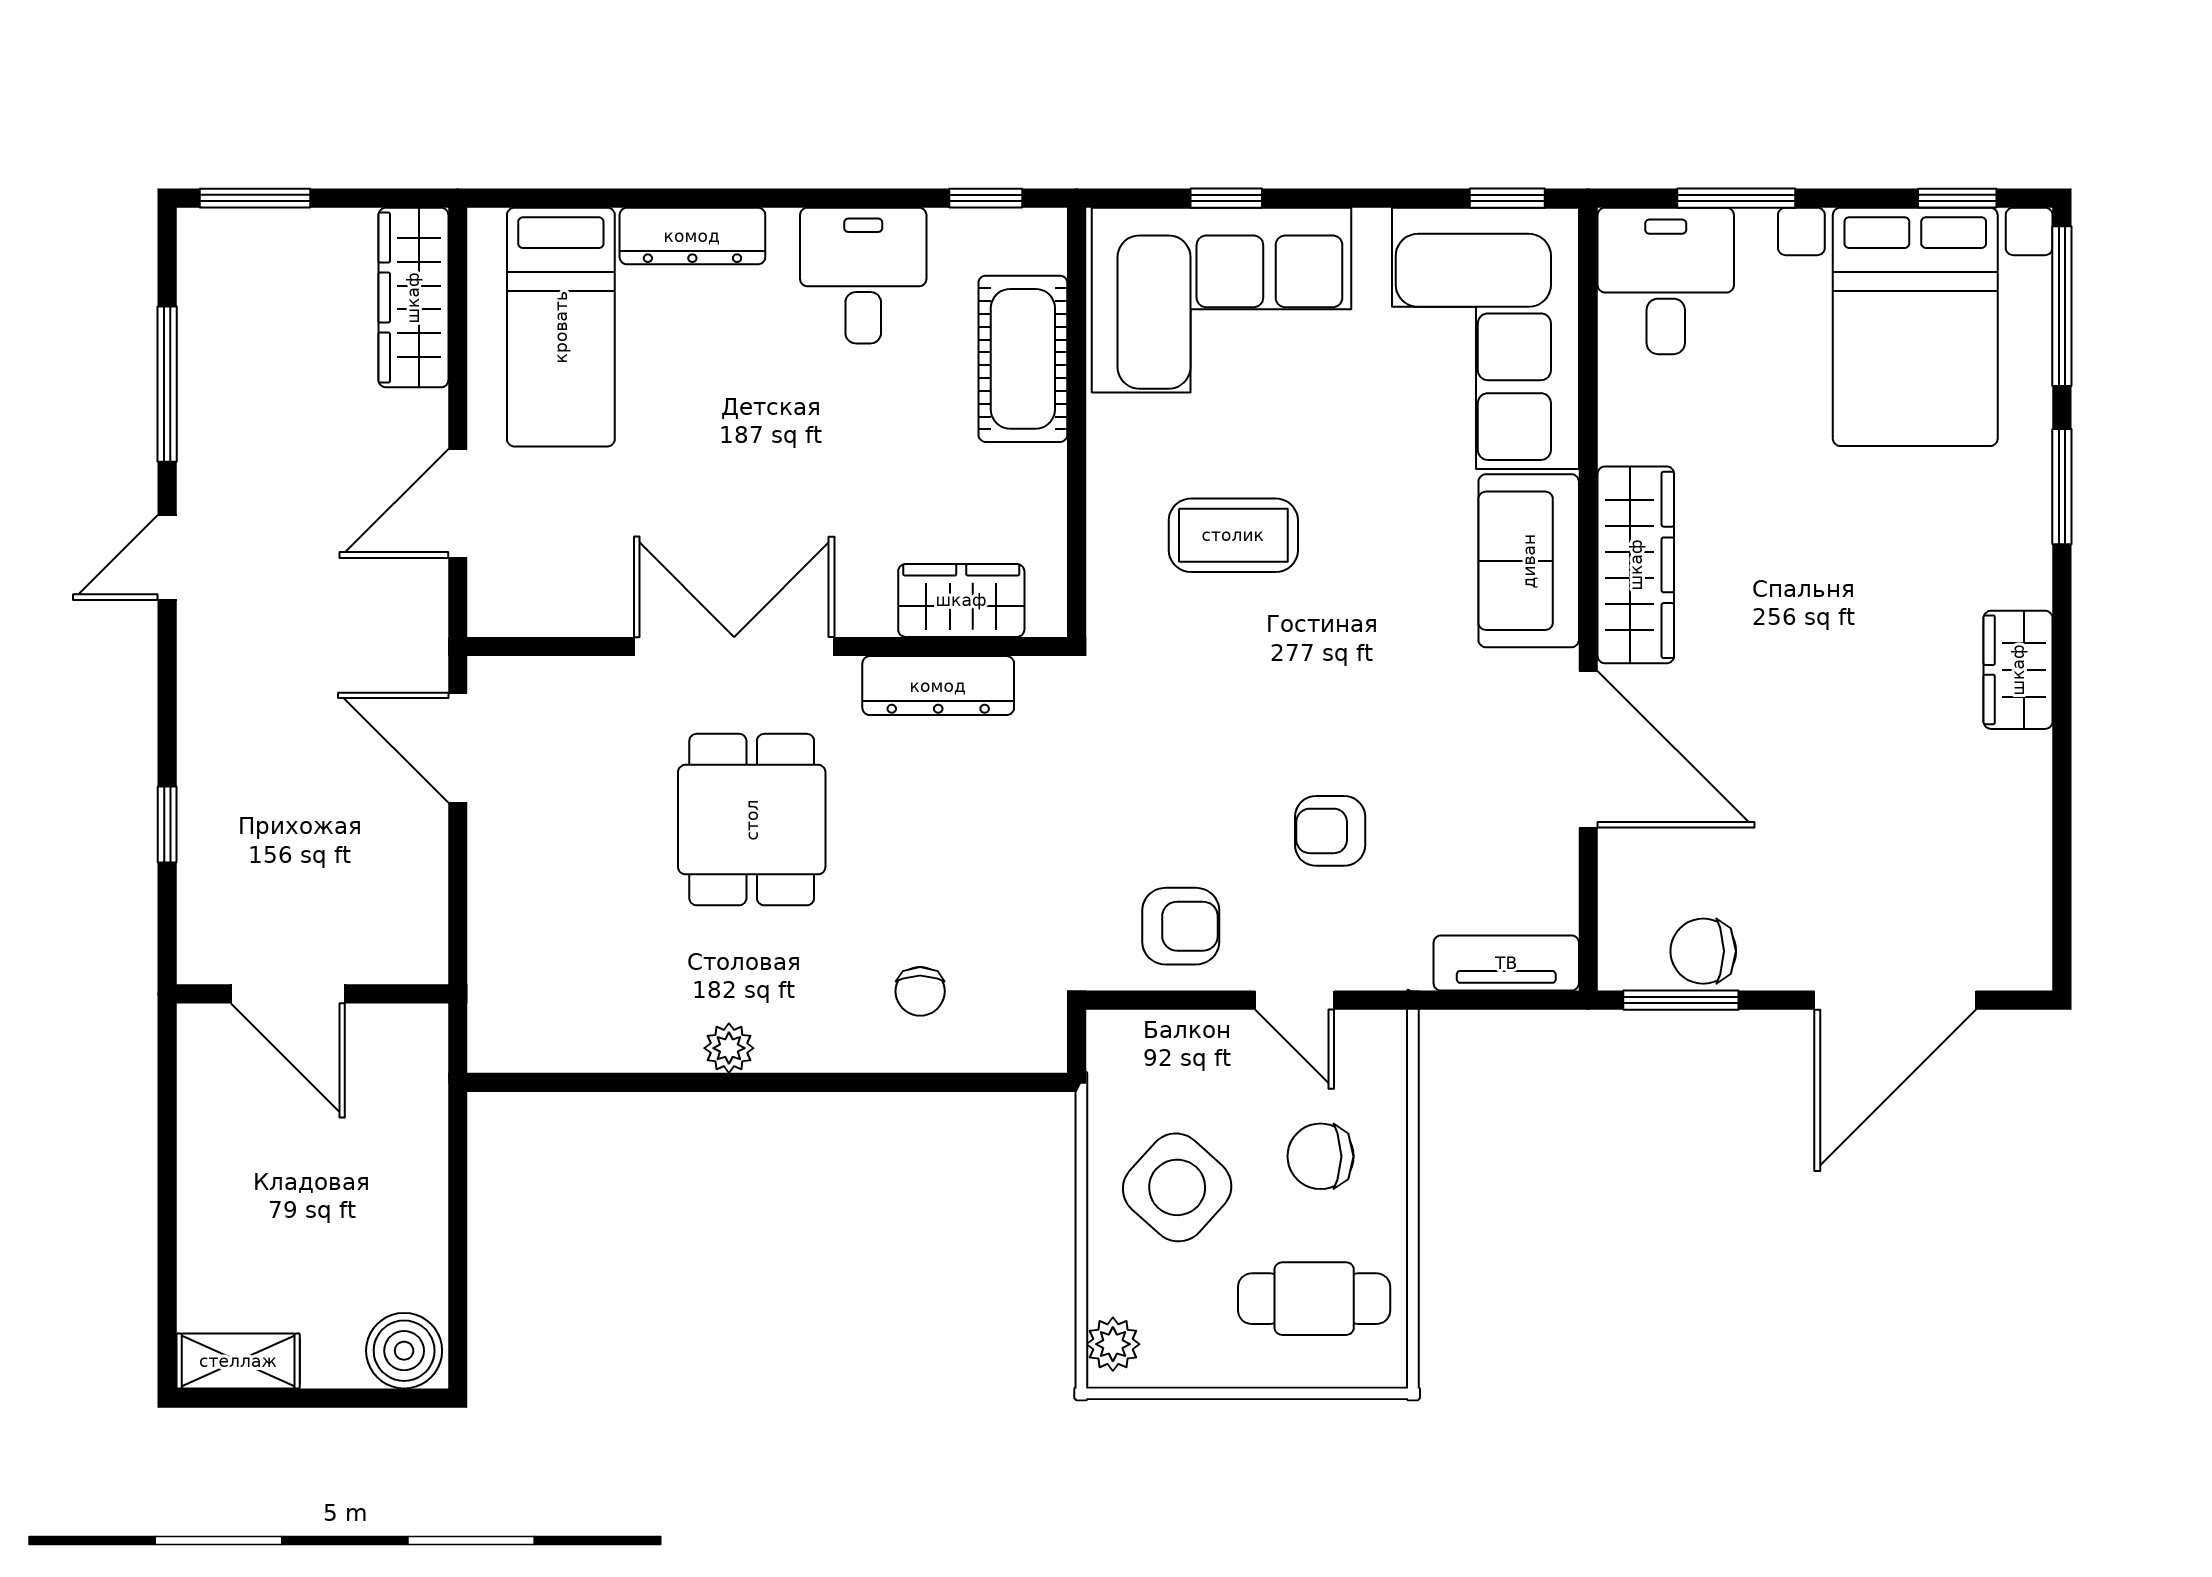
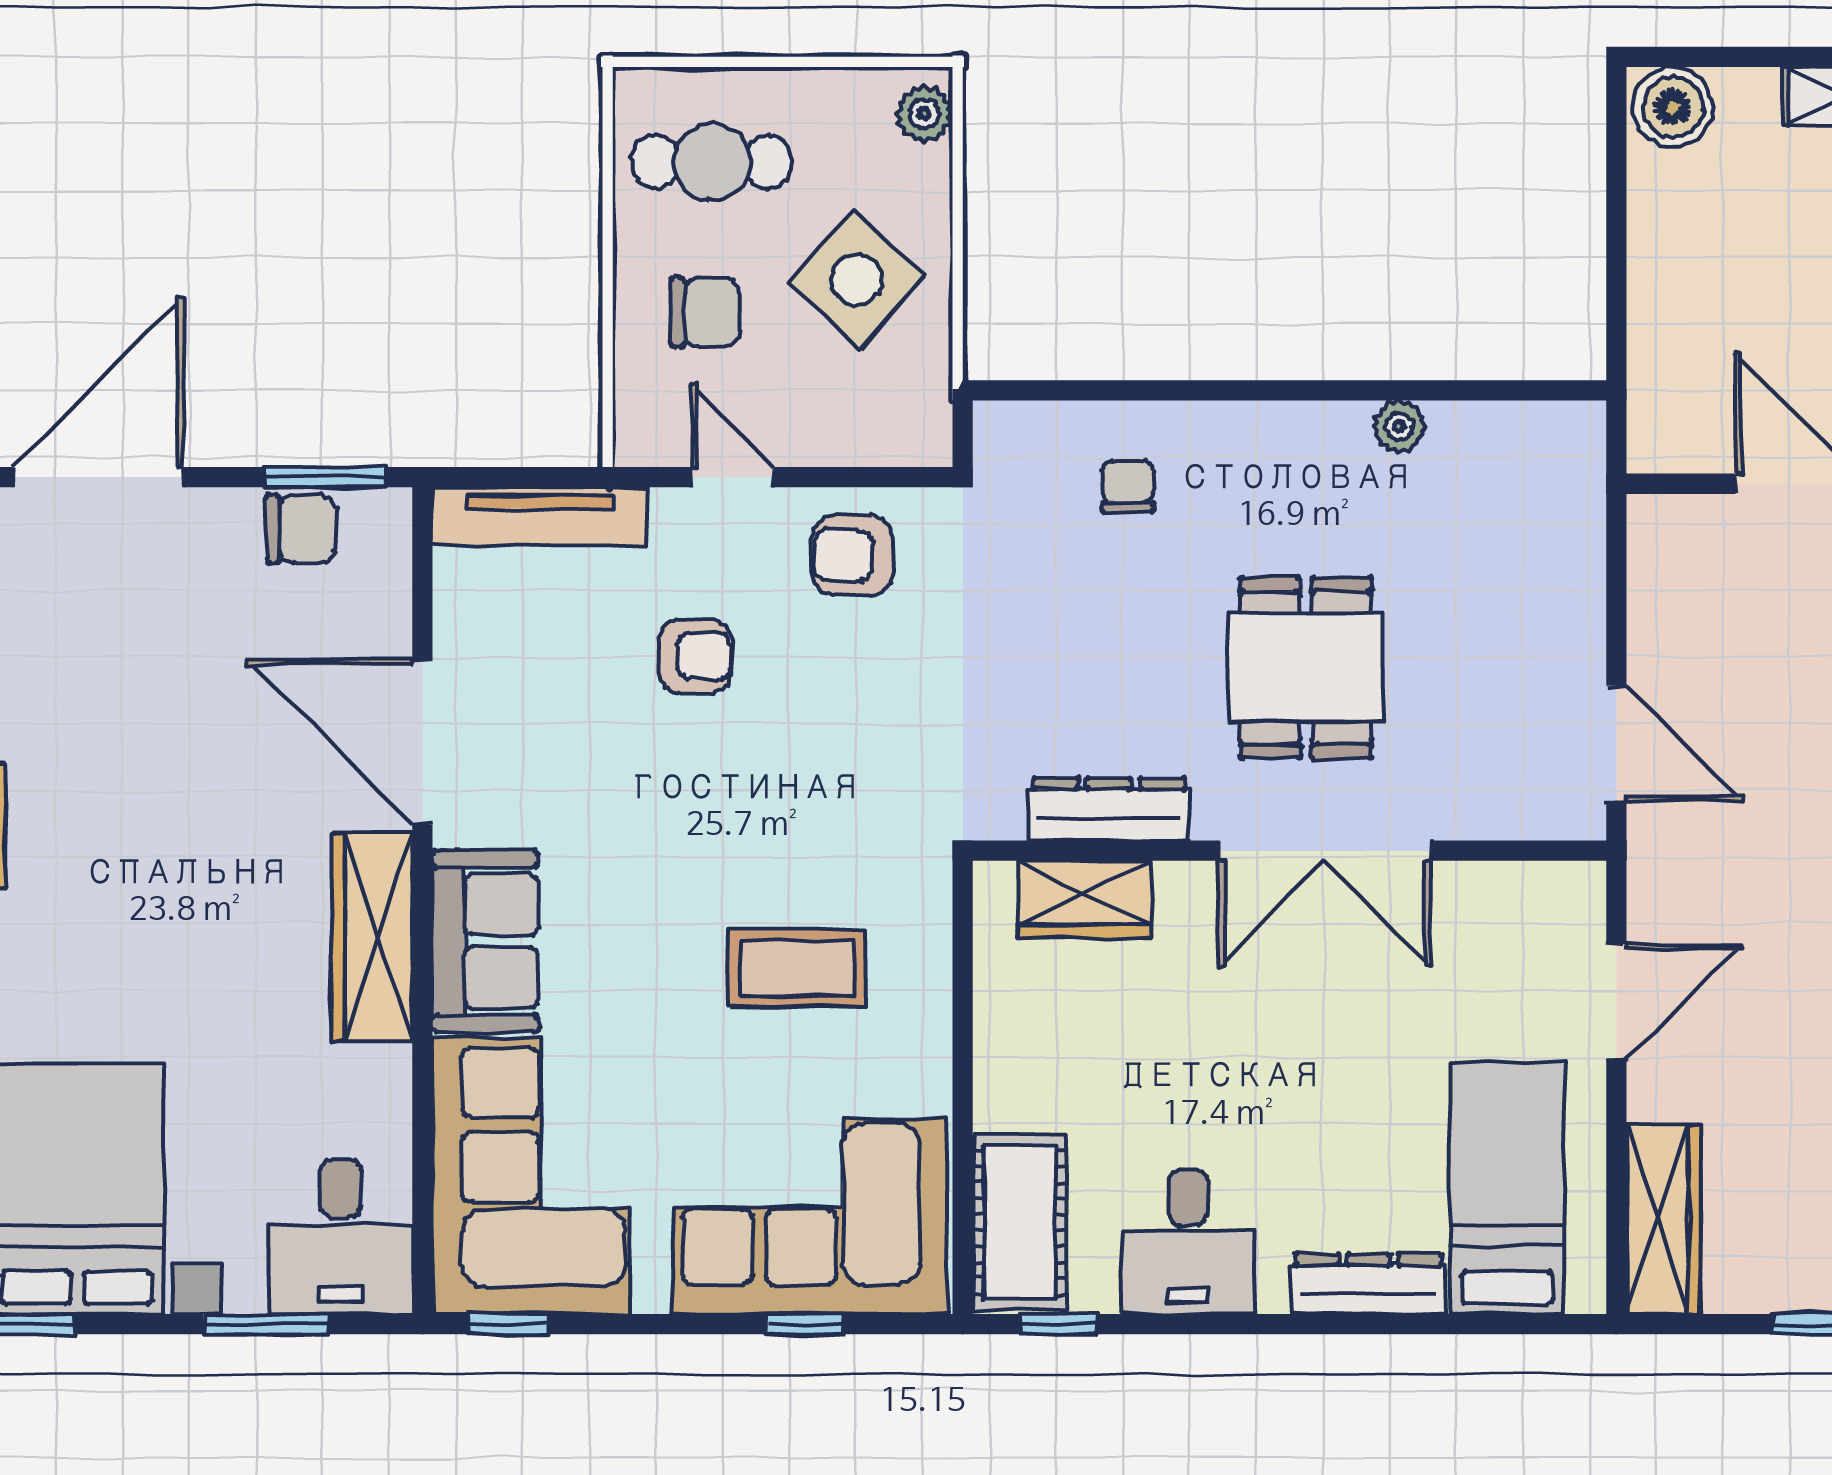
cot: (1023, 359) -> (1019, 1222), moved
tv unit: (1506, 963) -> (540, 516), width x1.41
plant: (729, 1048) -> (1399, 427), moved

